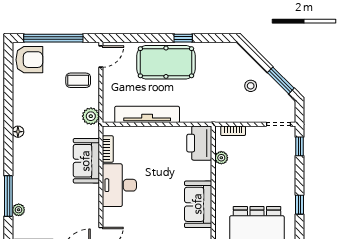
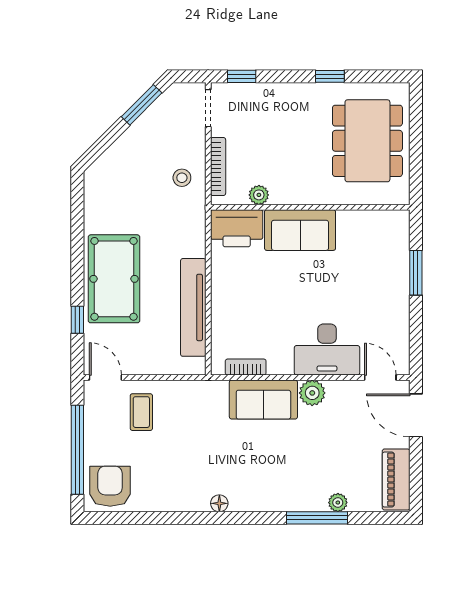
window: (183, 38) -> (77, 320), moved
stool: (251, 86) -> (182, 178), moved
plant: (91, 116) -> (312, 393), moved
bookcase: (233, 131) -> (218, 167), width x1.56
desk: (119, 185) -> (327, 350), moved
sofa: (198, 204) -> (300, 230), moved

